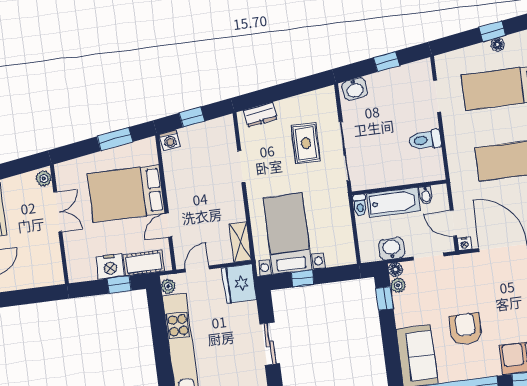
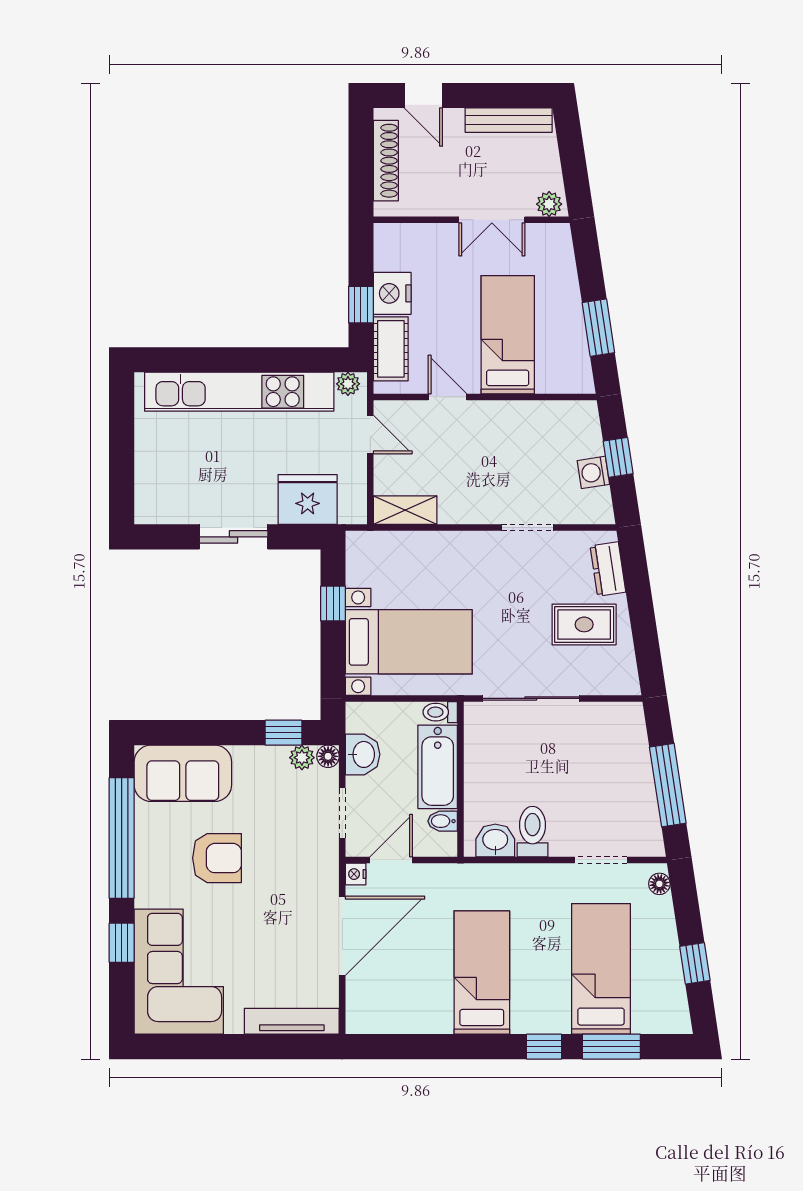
floor lamp: (498, 45) -> (659, 884), moved
window: (386, 62) -> (668, 785), width x2.17
washbasin: (355, 89) -> (495, 841), moved, turned 99
washing machine: (170, 140) -> (593, 472), moved
rug: (306, 143) -> (584, 624), moved
bed: (126, 193) -> (508, 335), width x0.67
bed with nightstands: (288, 234) -> (409, 642), moved
shoe rack: (30, 281) -> (386, 161), added
fridge: (239, 284) -> (308, 499), moved

